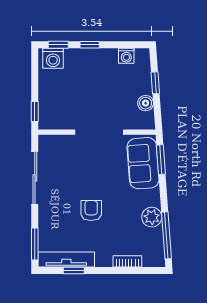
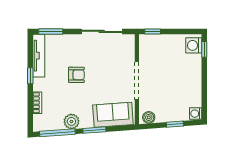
window: (90, 45) -> (204, 74), removed
washing machine: (126, 56) -> (196, 114), moved
boiler: (146, 103) -> (149, 117), moved
window: (161, 160) -> (94, 130), moved
window: (74, 271) -> (30, 76), moved

